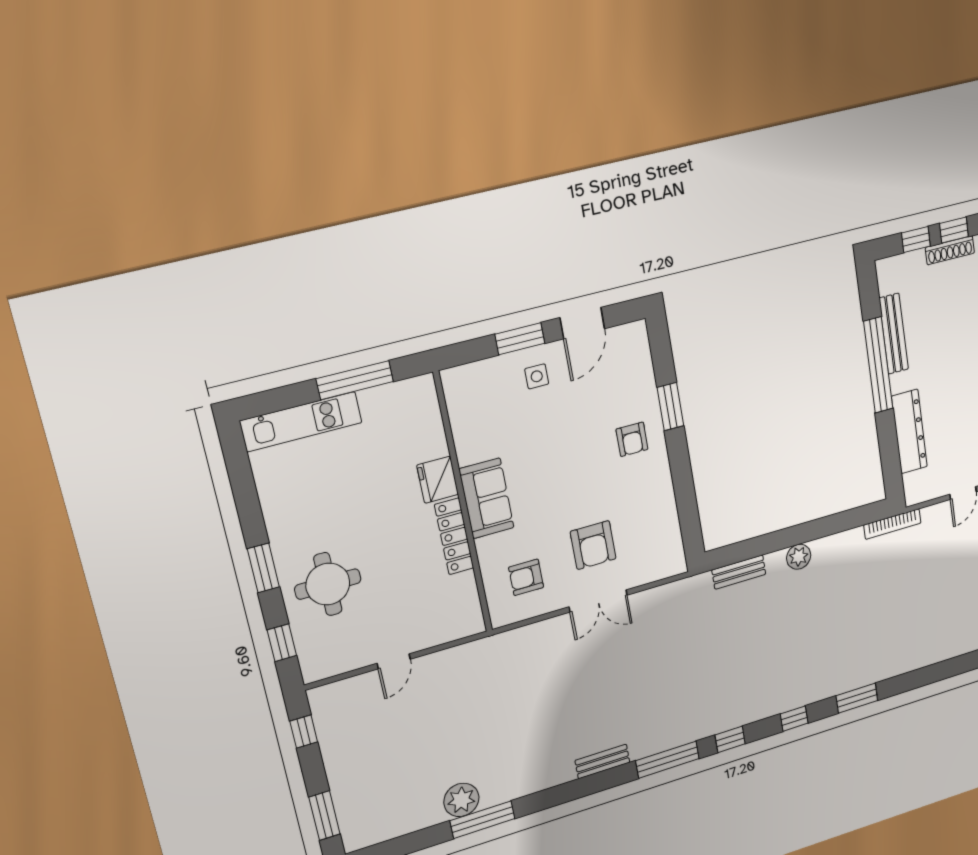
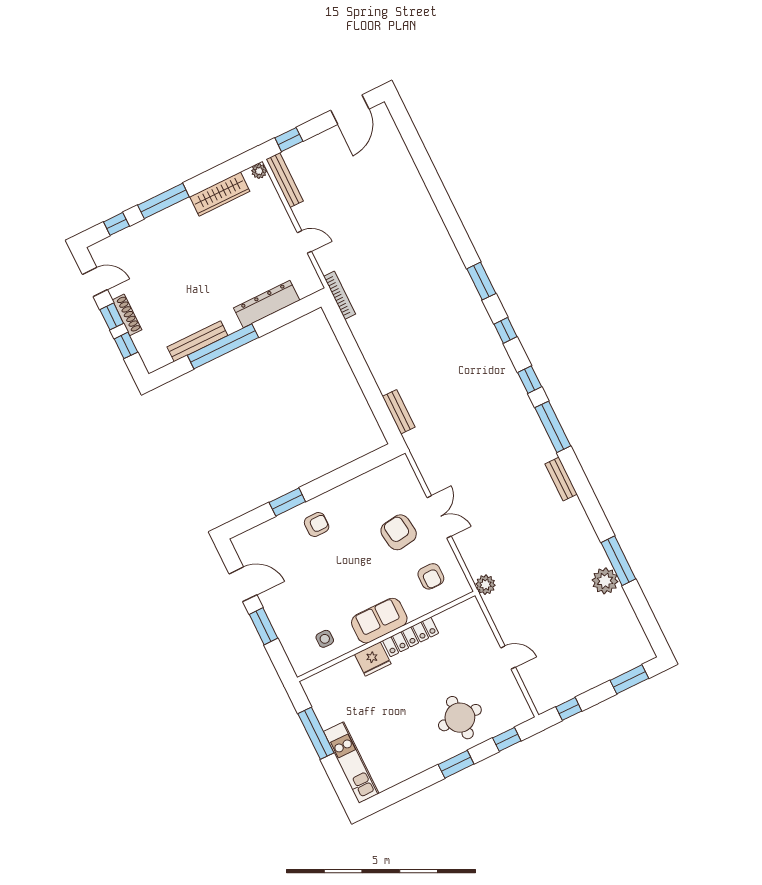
side table: (537, 376) -> (325, 639), moved
armchair: (593, 545) -> (399, 532), turned -98
plant: (799, 557) -> (486, 585), moved

